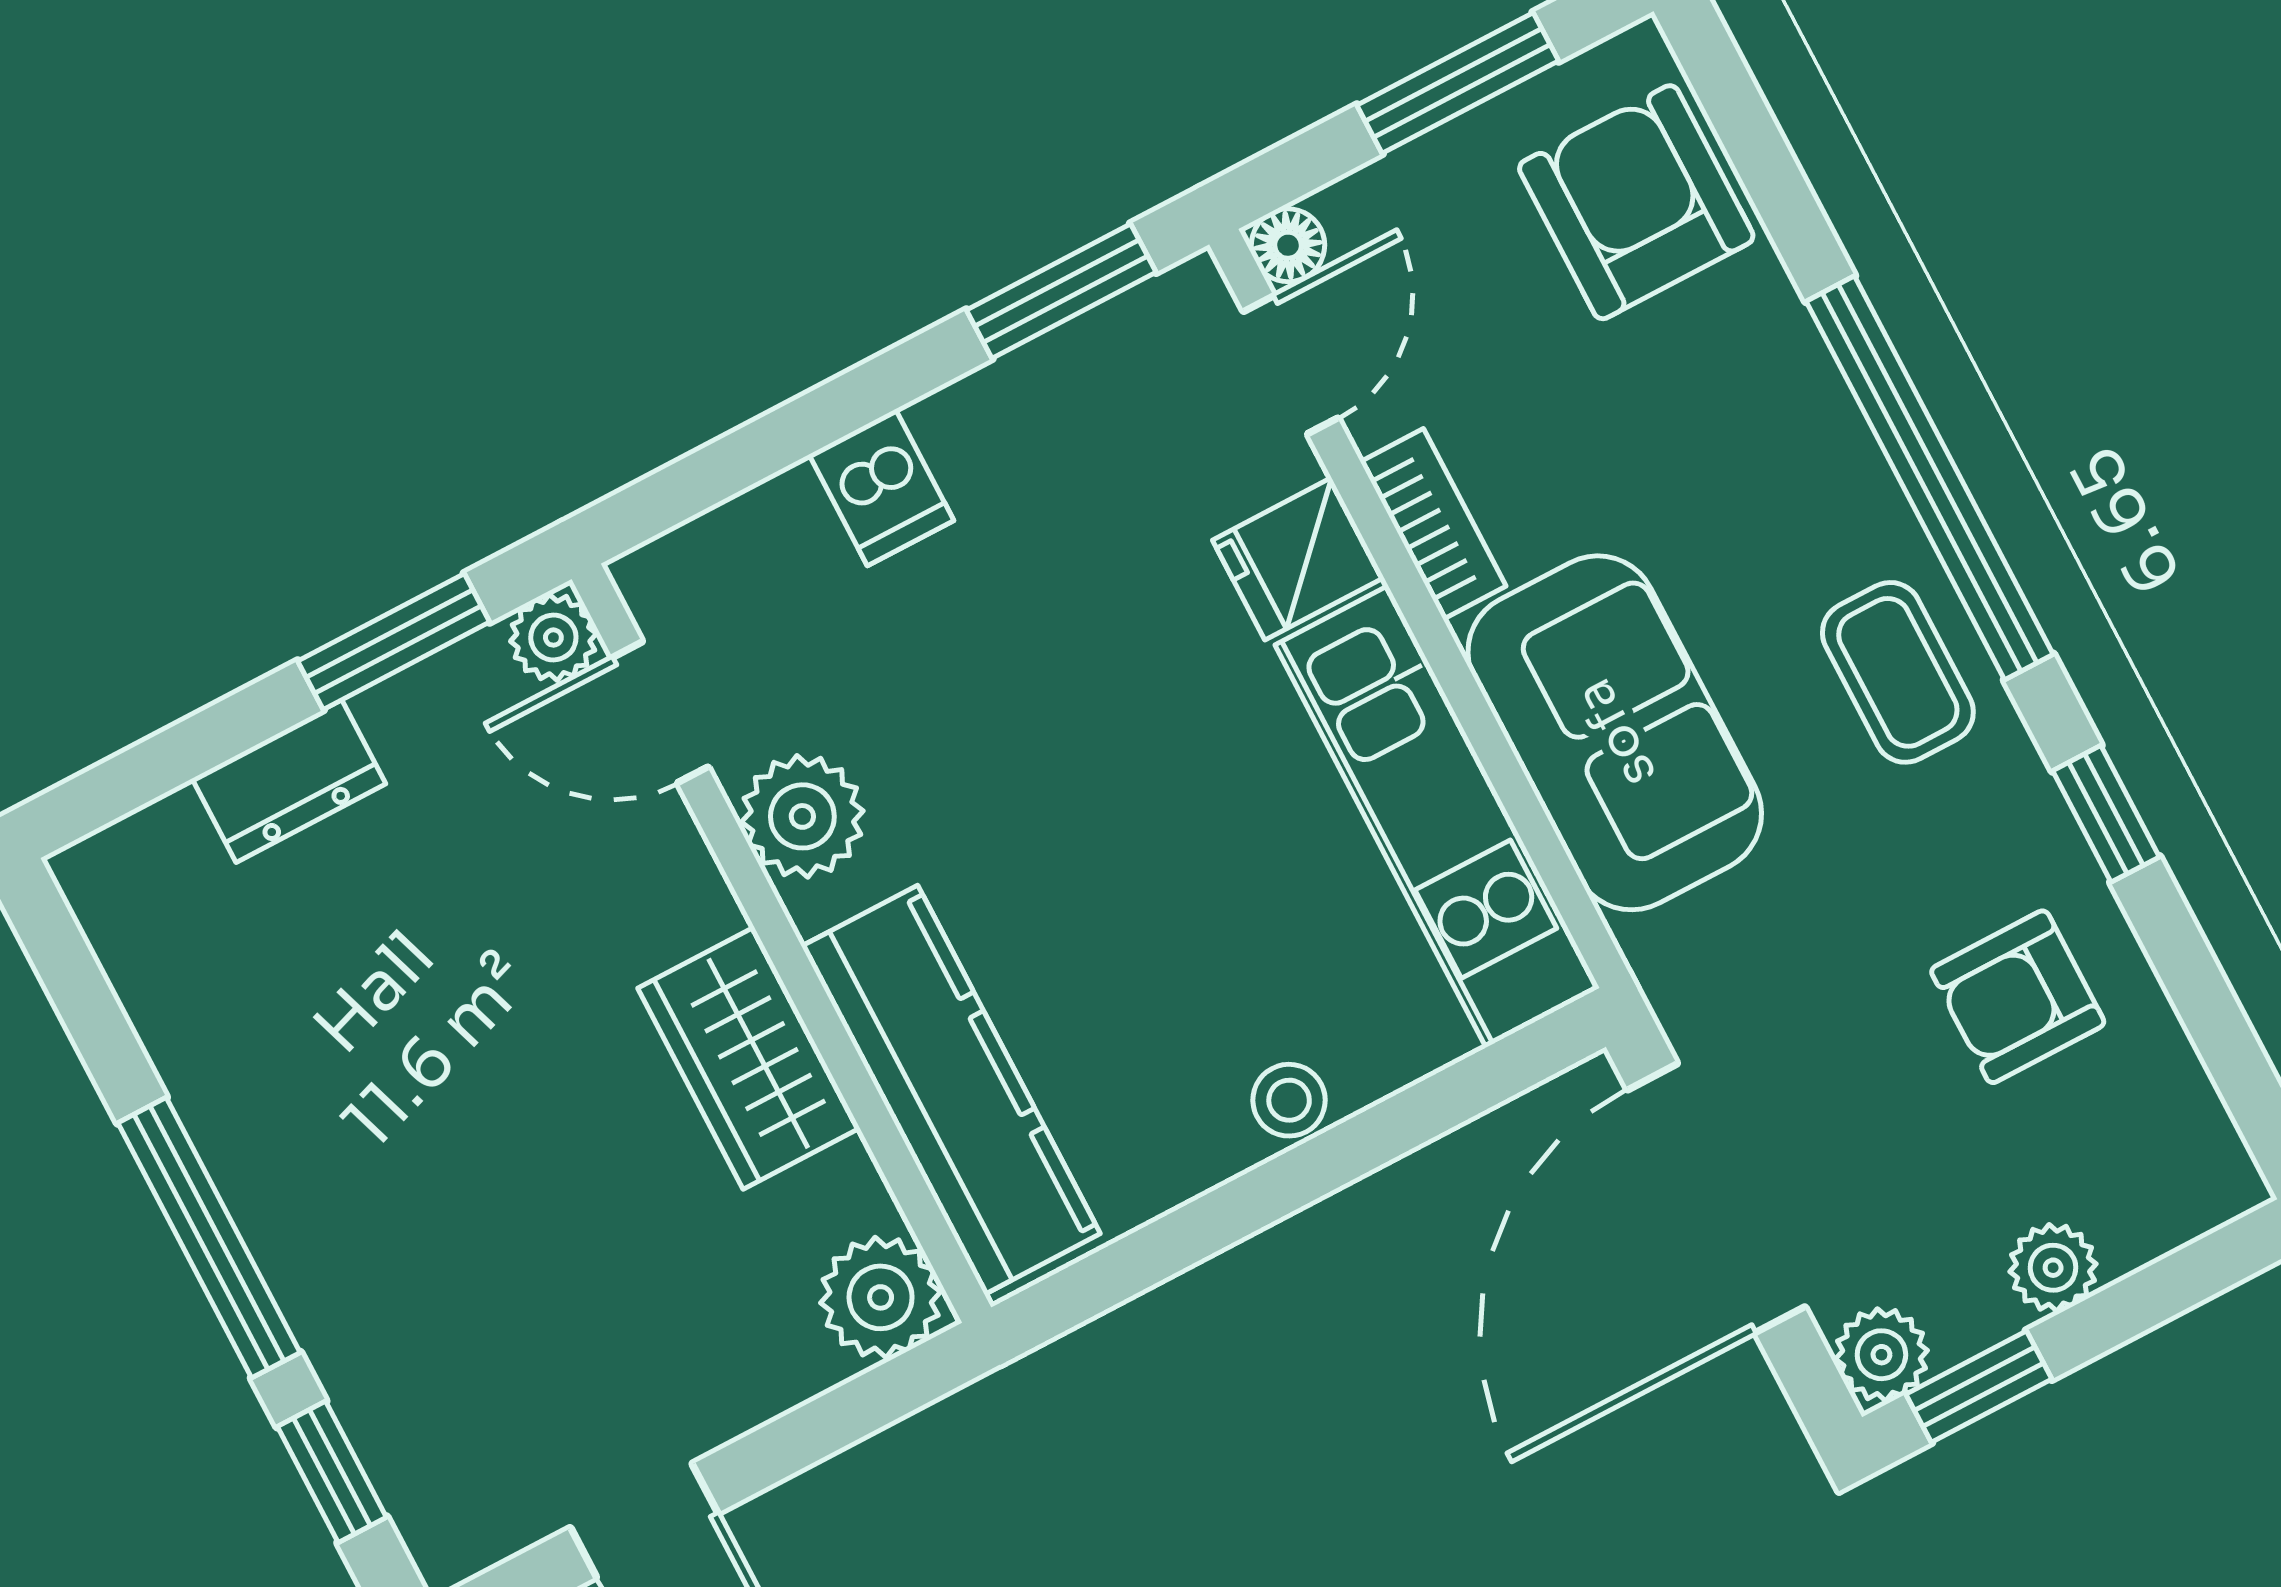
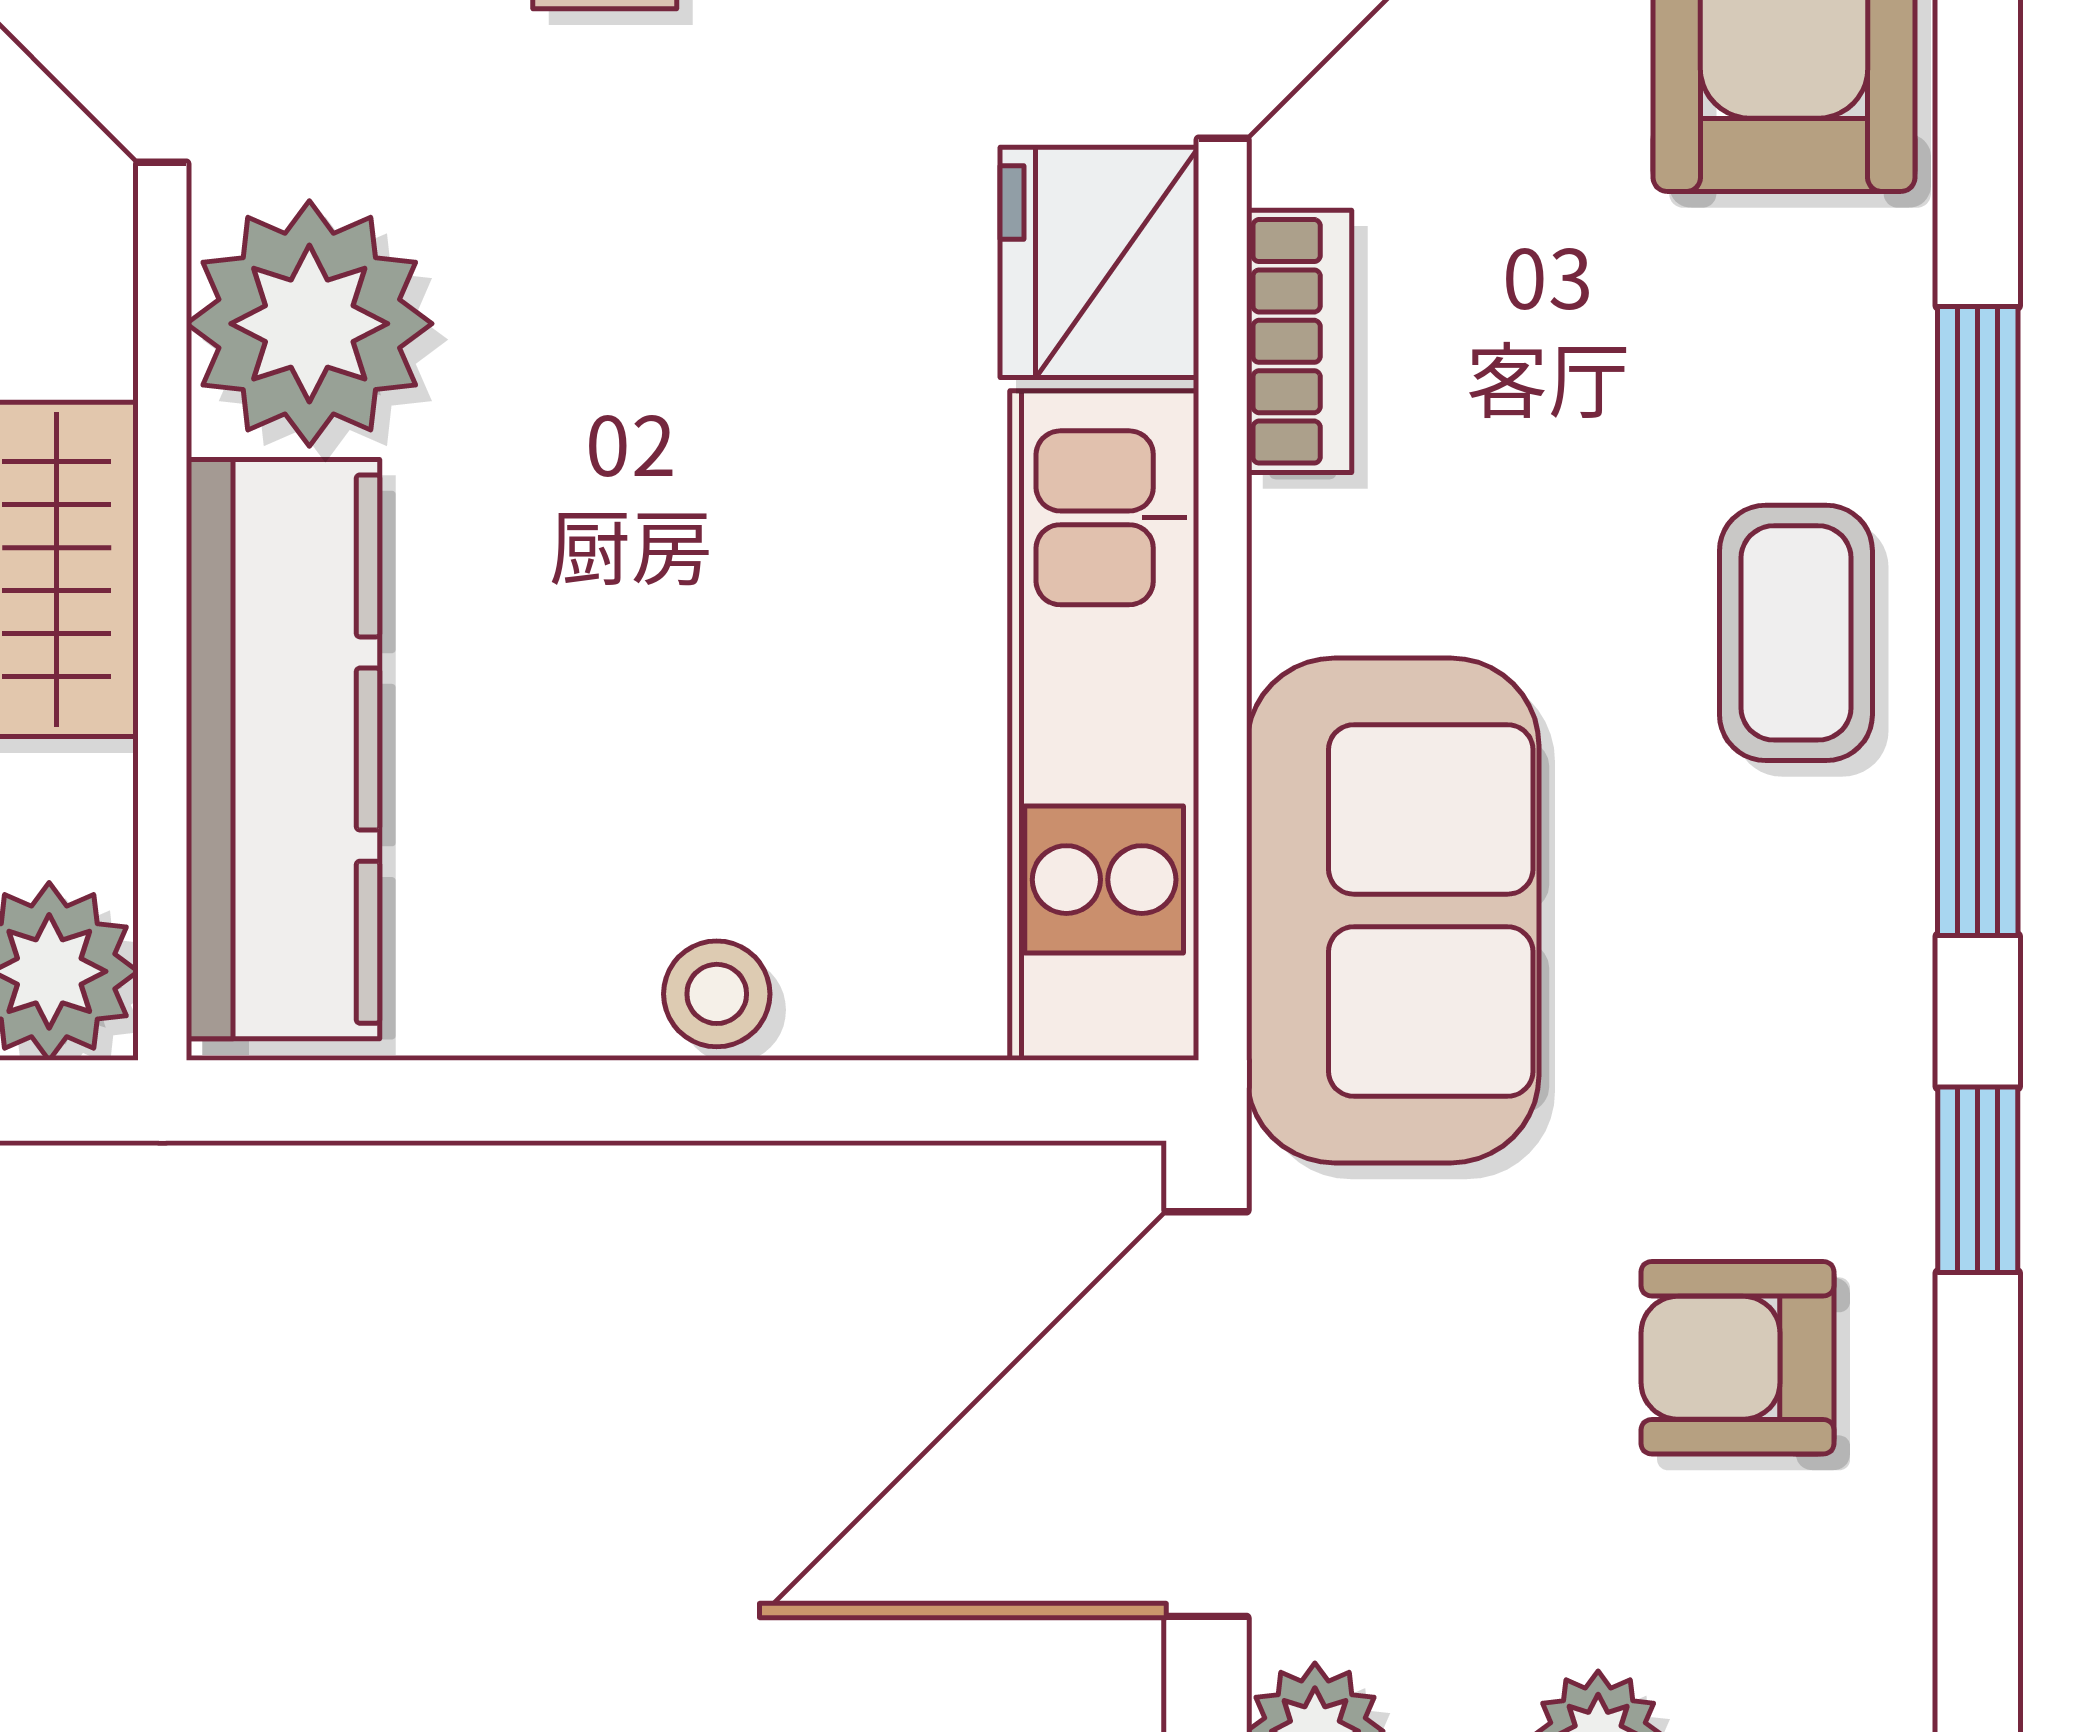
fridge: (1298, 559) -> (1099, 262), width x1.38
coffee table: (1898, 672) -> (1796, 633), moved
sofa: (1615, 733) -> (1393, 910), moved
plant: (802, 816) -> (309, 324), width x1.36, depth x1.36

